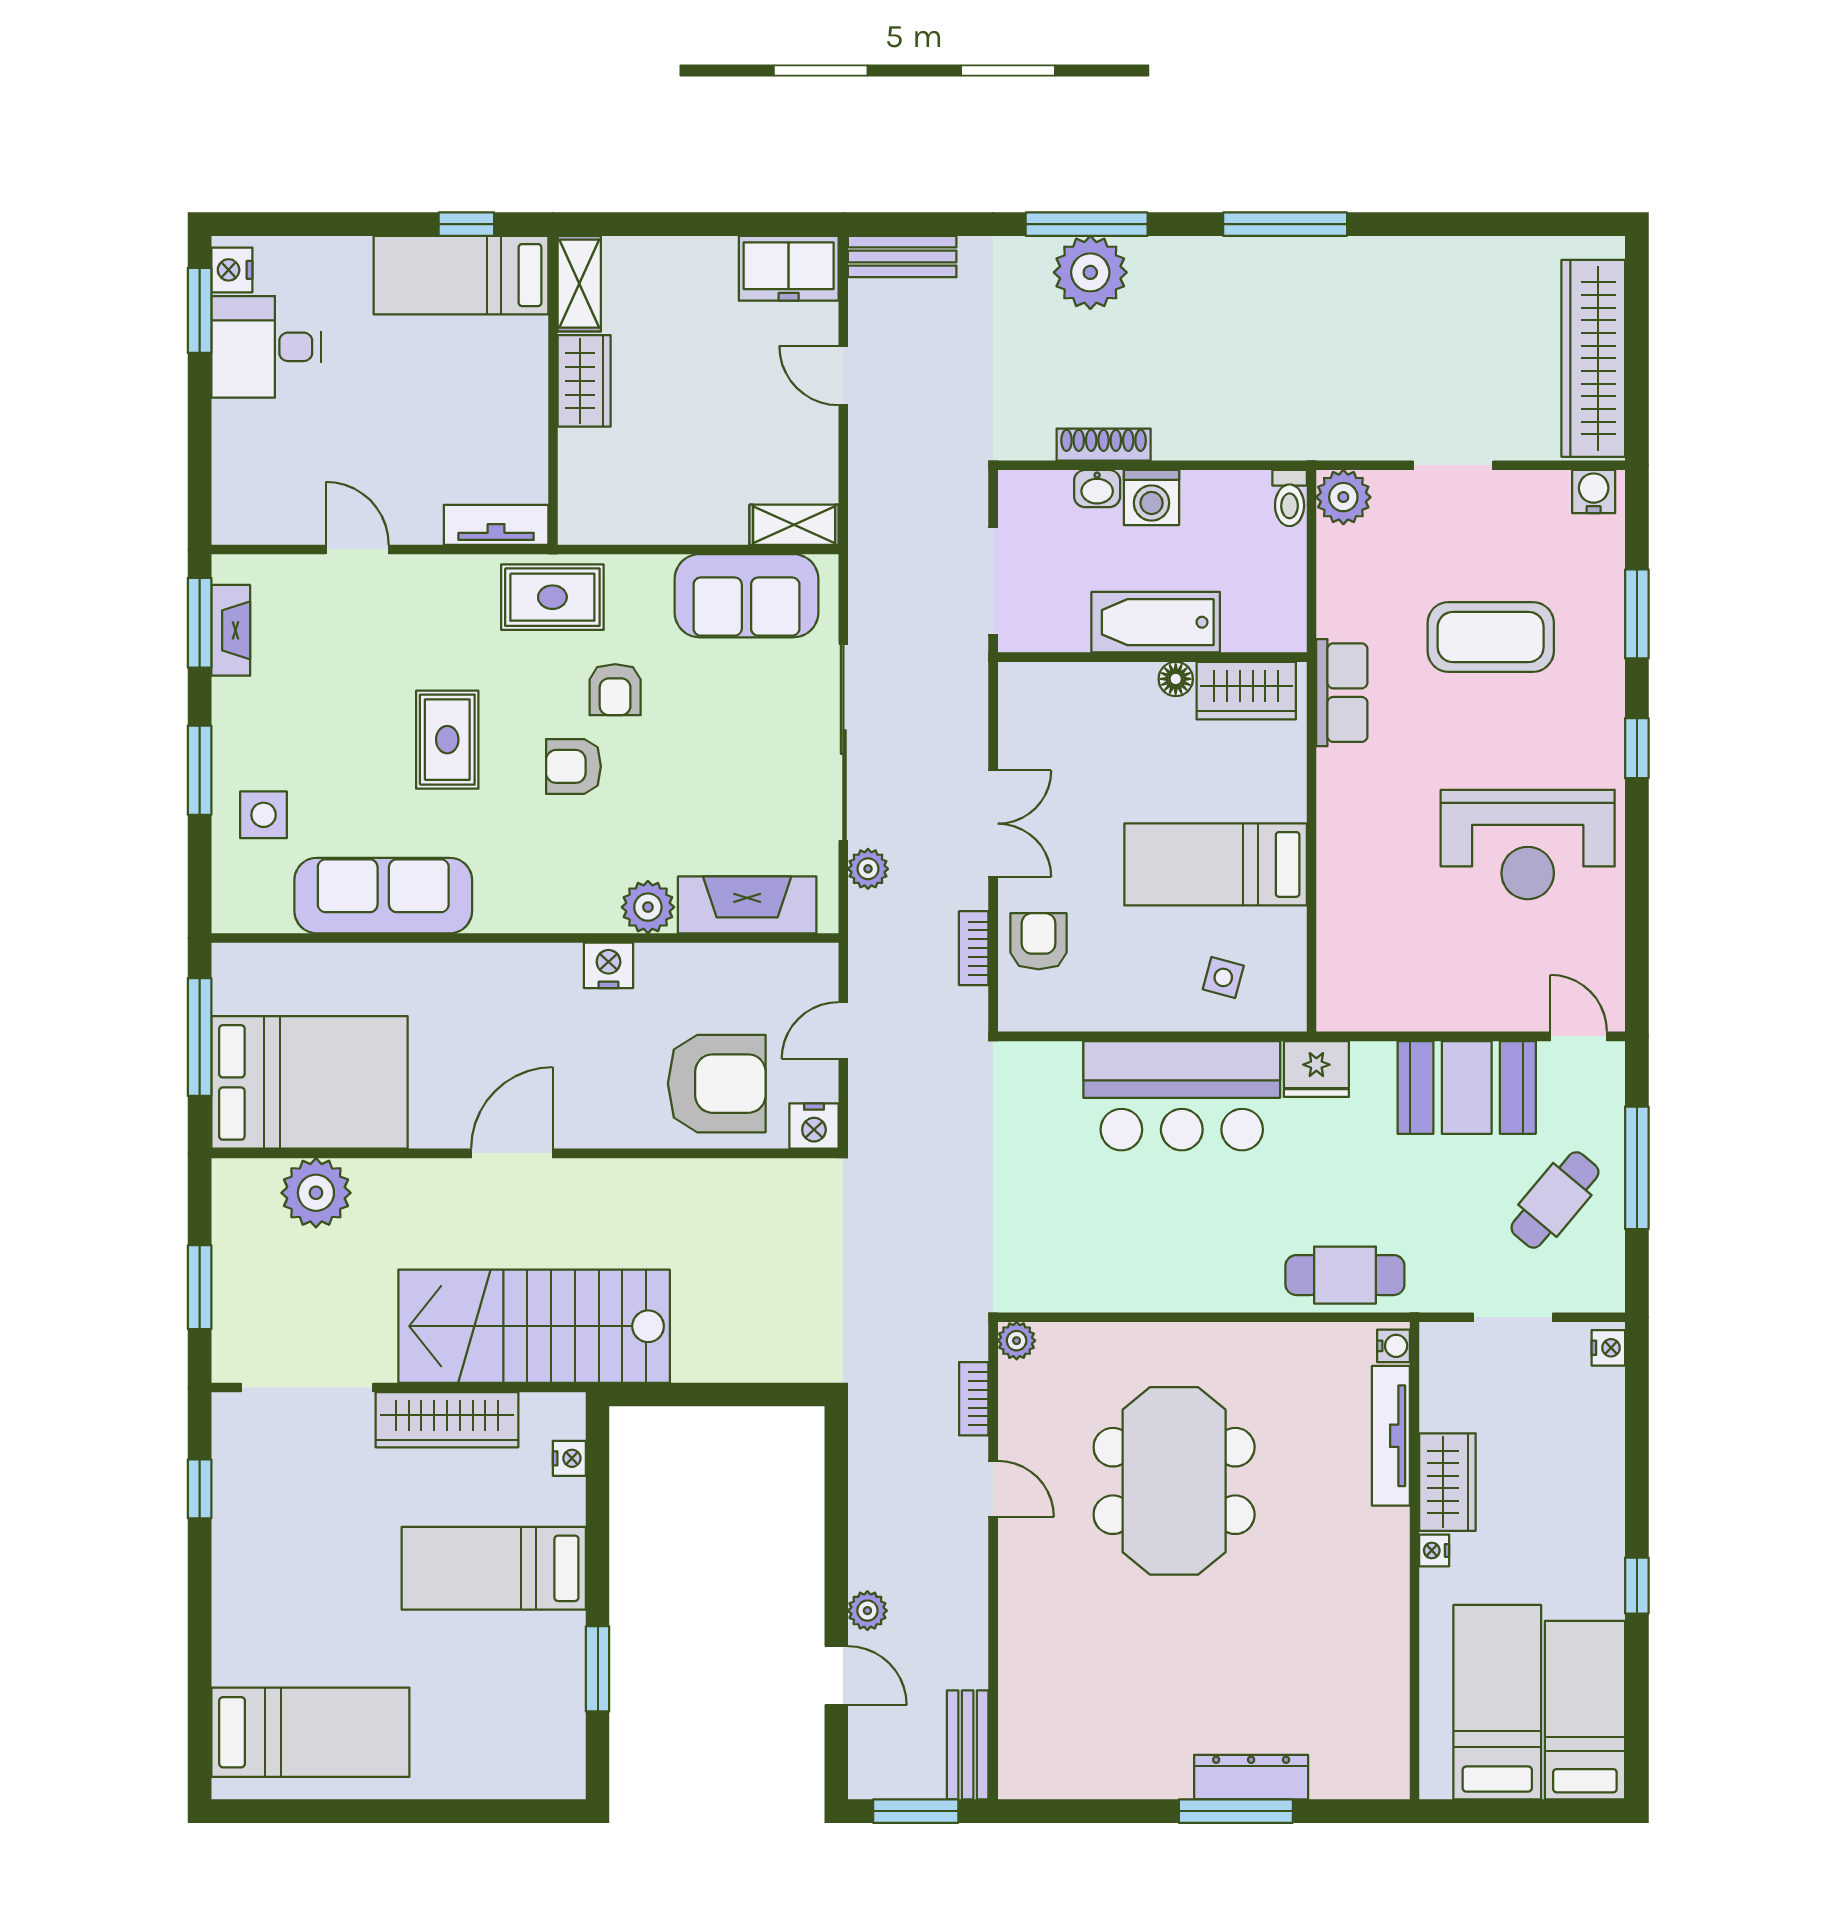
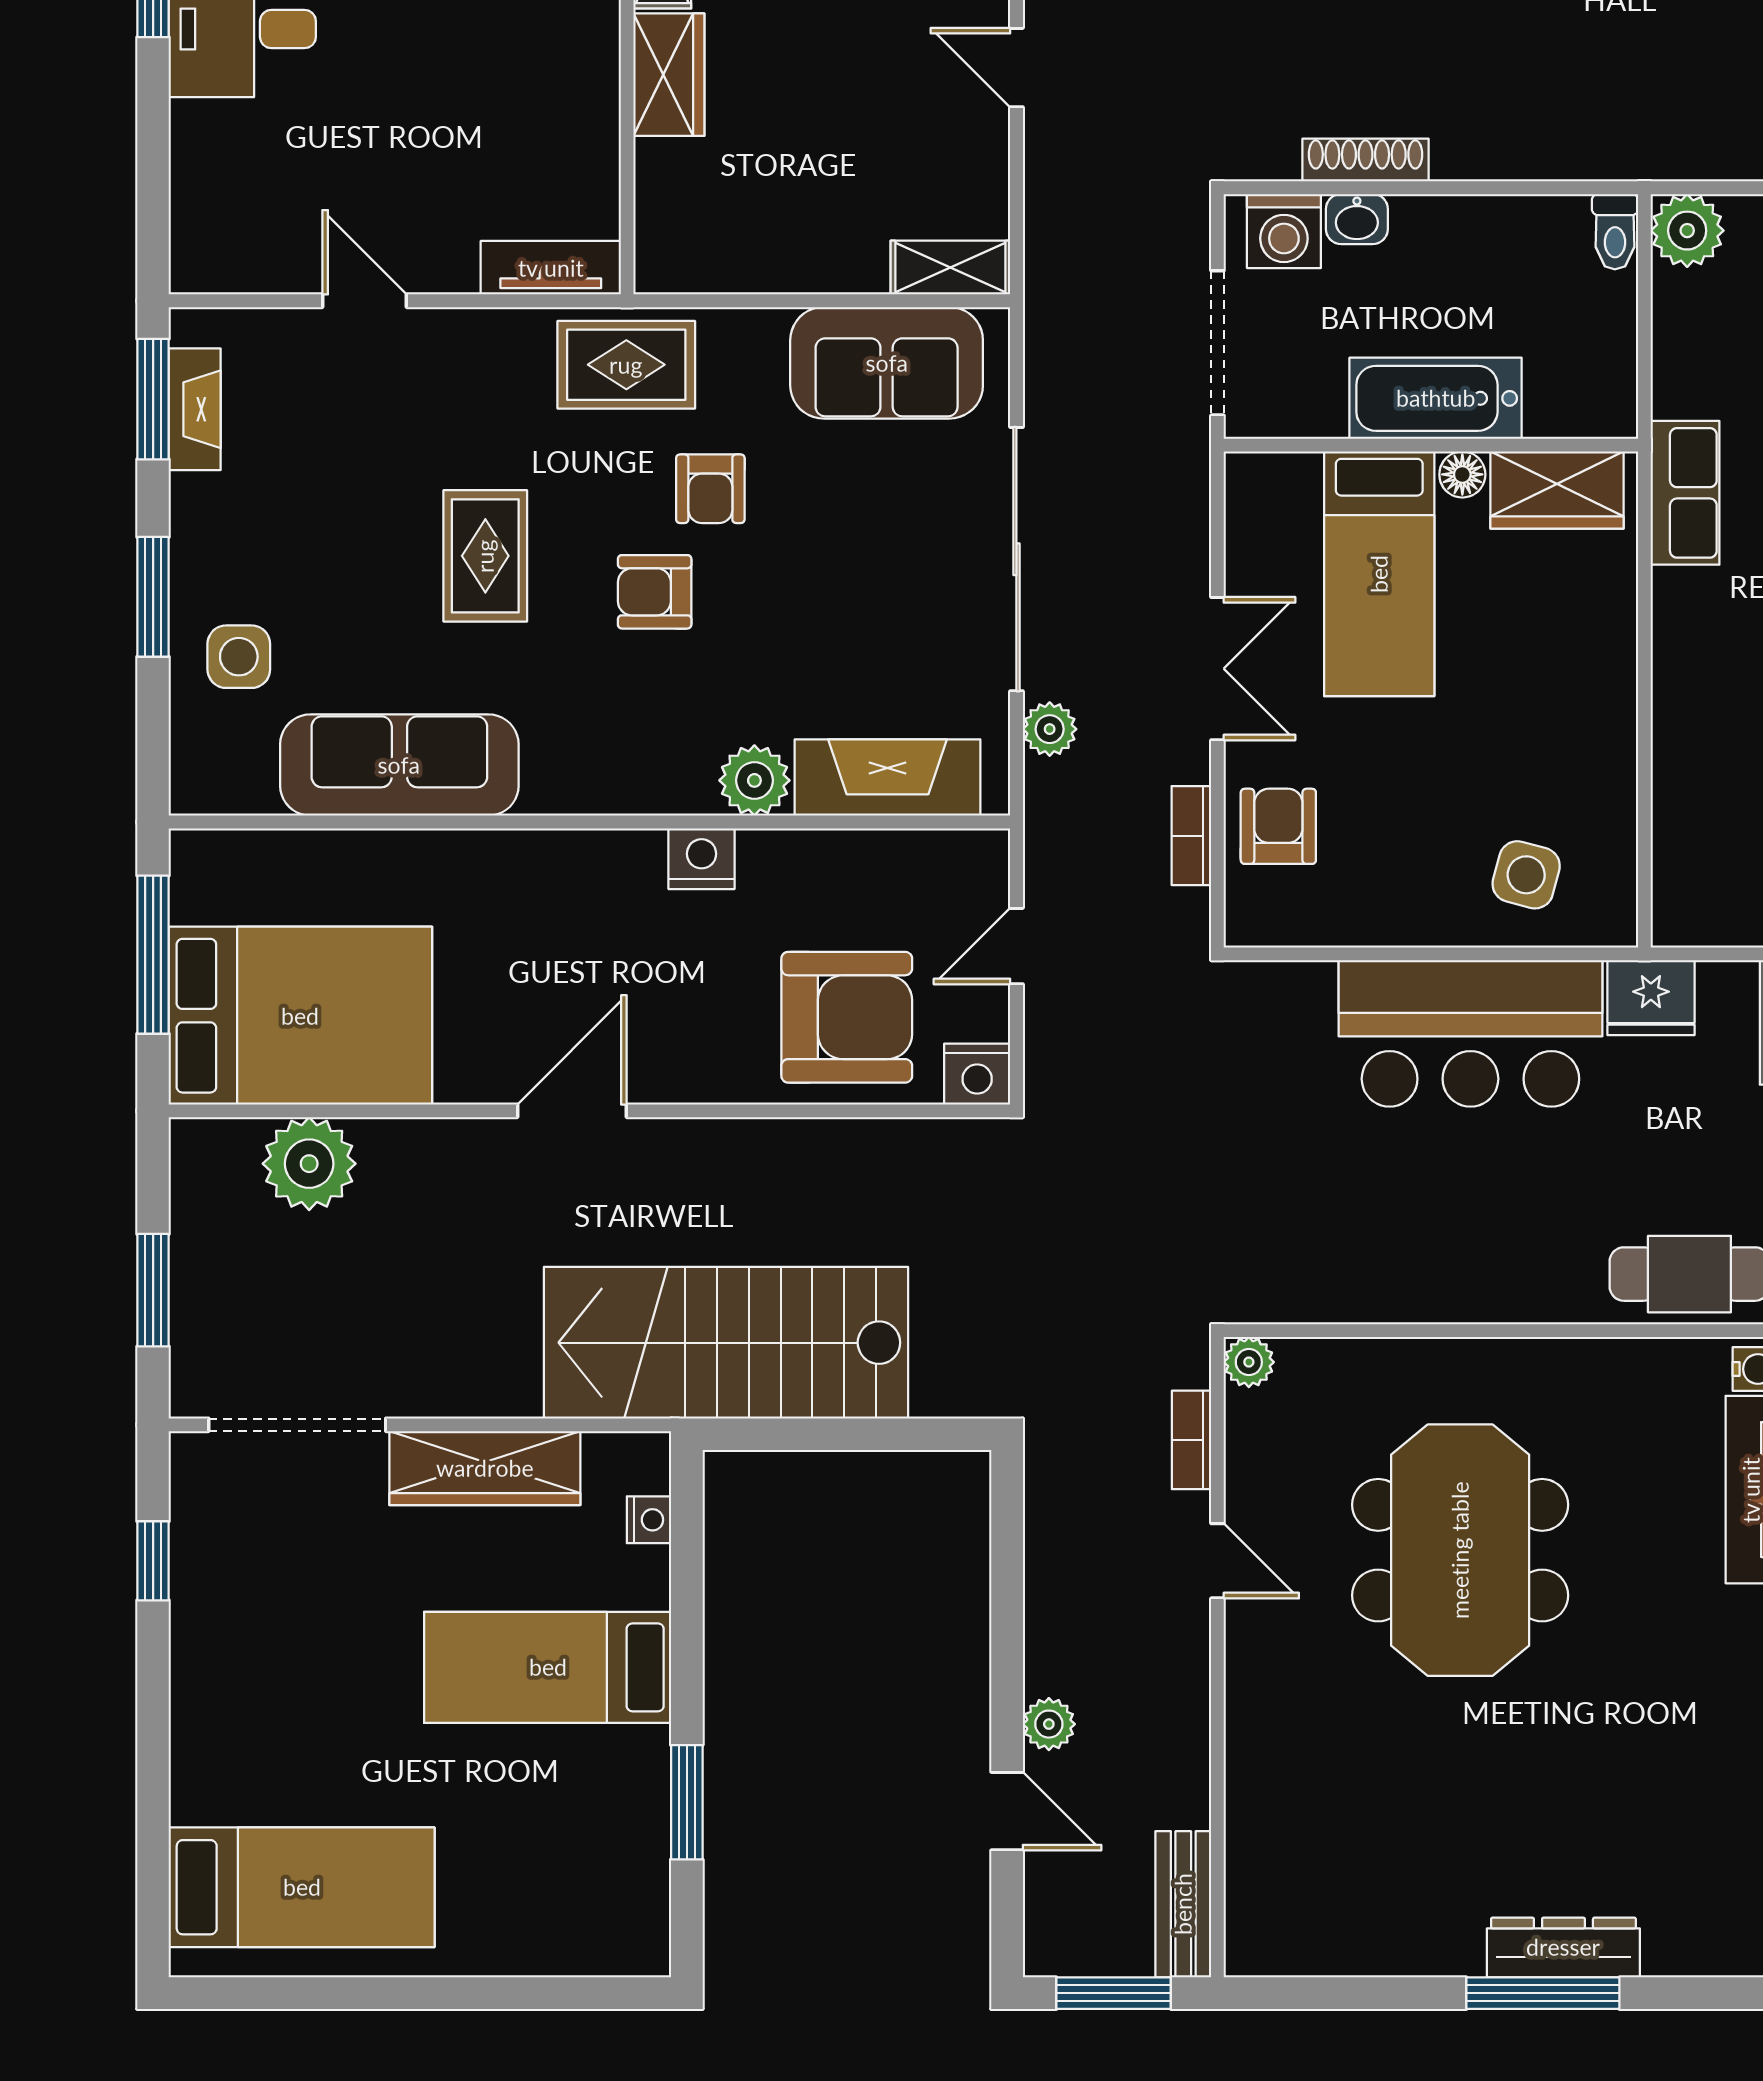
washing machine: (1152, 497) -> (1284, 231), moved
bed: (1216, 864) -> (1379, 574), moved, turned -90
side table: (1223, 977) -> (1526, 875), width x1.37, depth x1.37
stairs: (534, 1326) -> (726, 1343), moved

